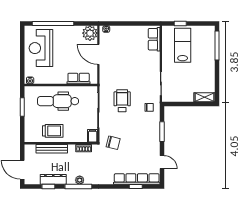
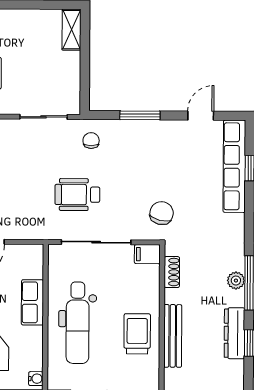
row of seats: (79, 78) -> (32, 302), moved

